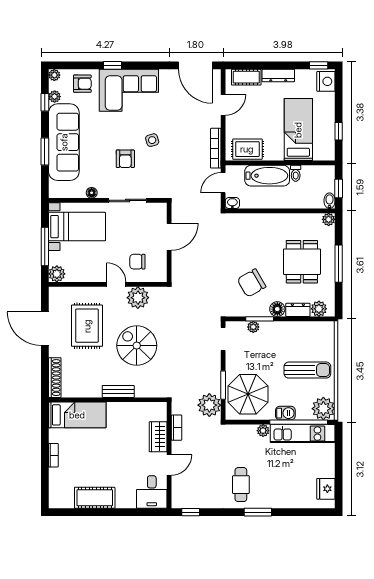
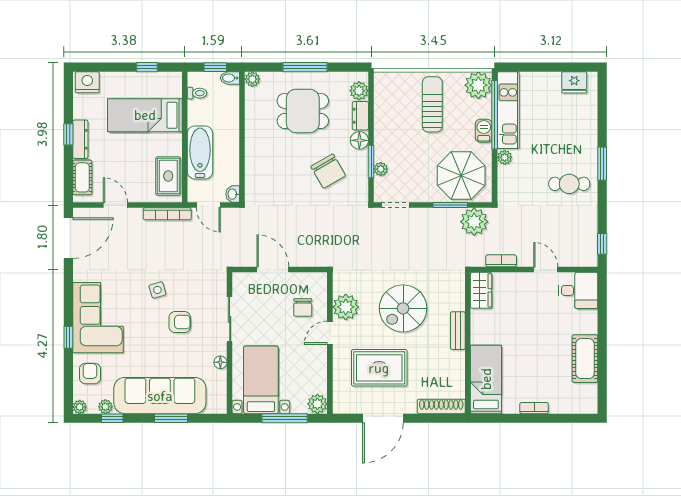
window: (319, 65) -> (68, 134), moved
toilet: (296, 173) -> (197, 93), moved
wardrobe: (158, 437) -> (481, 290), moved, turned -90

